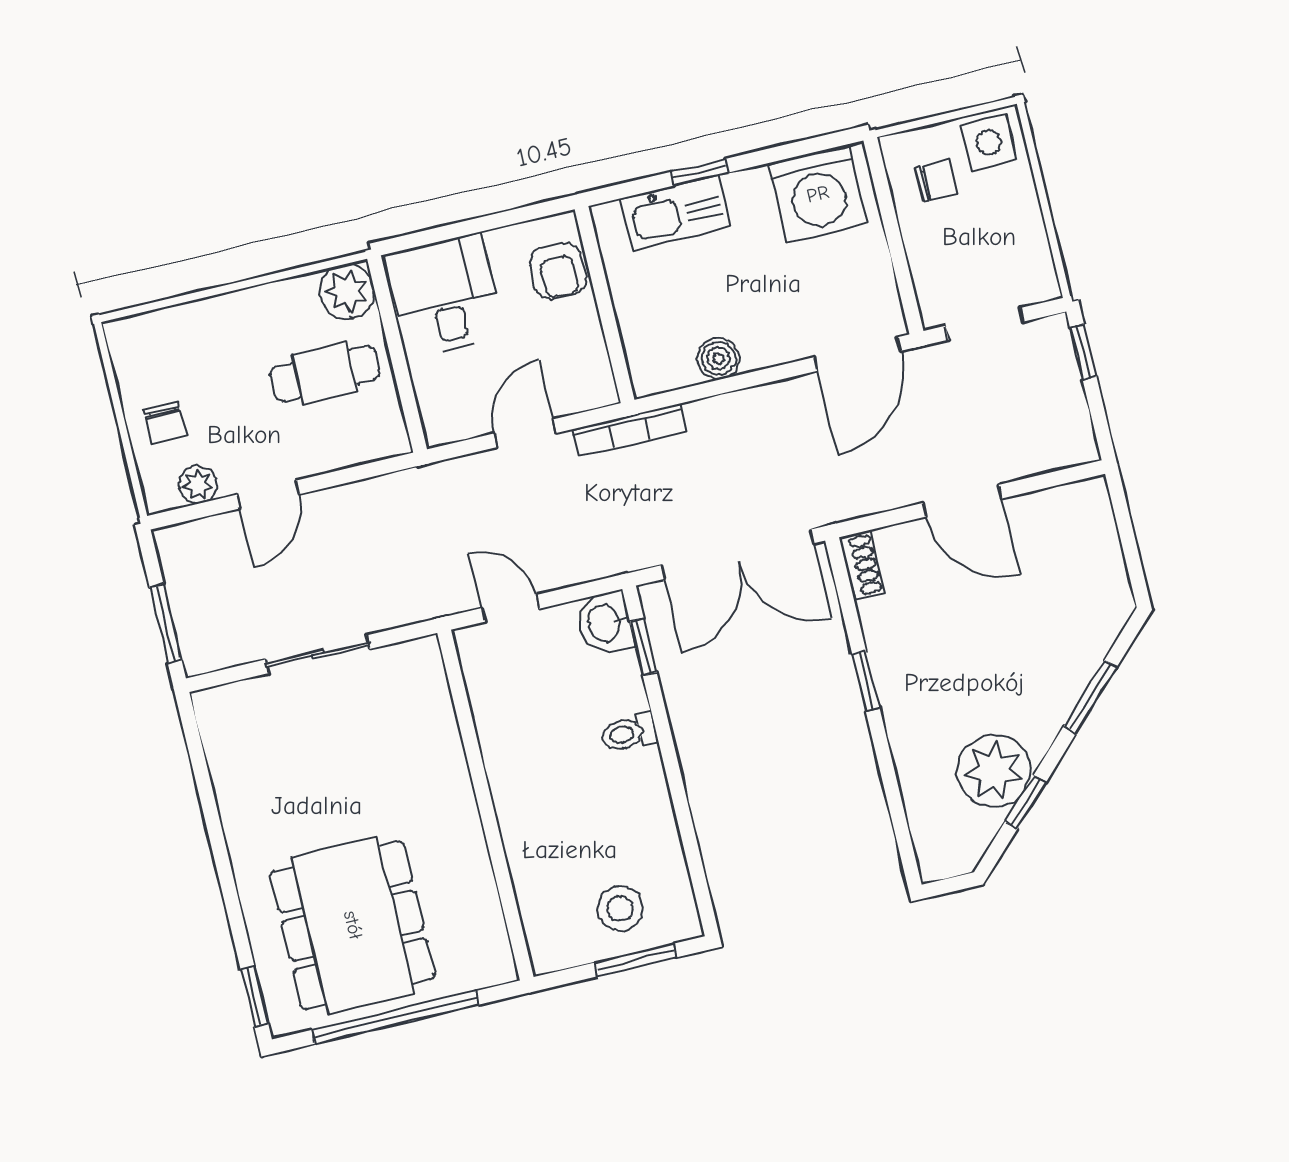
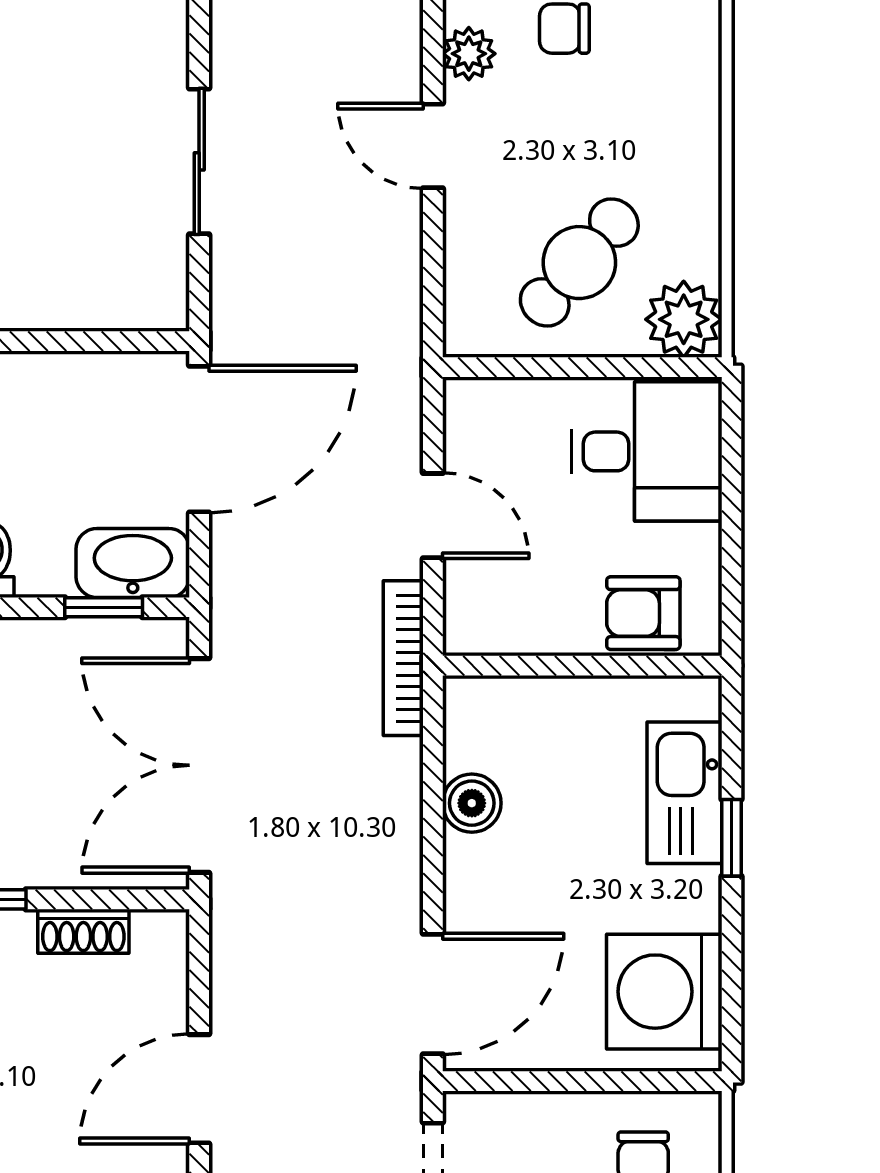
door: (857, 354) -> (433, 994), swing flipped
cafe table: (325, 373) -> (579, 263), turned 41
shoe rack: (862, 565) -> (83, 931), moved
door: (511, 608) -> (199, 439), width x1.87
washbasin: (605, 623) -> (133, 563), width x1.38

